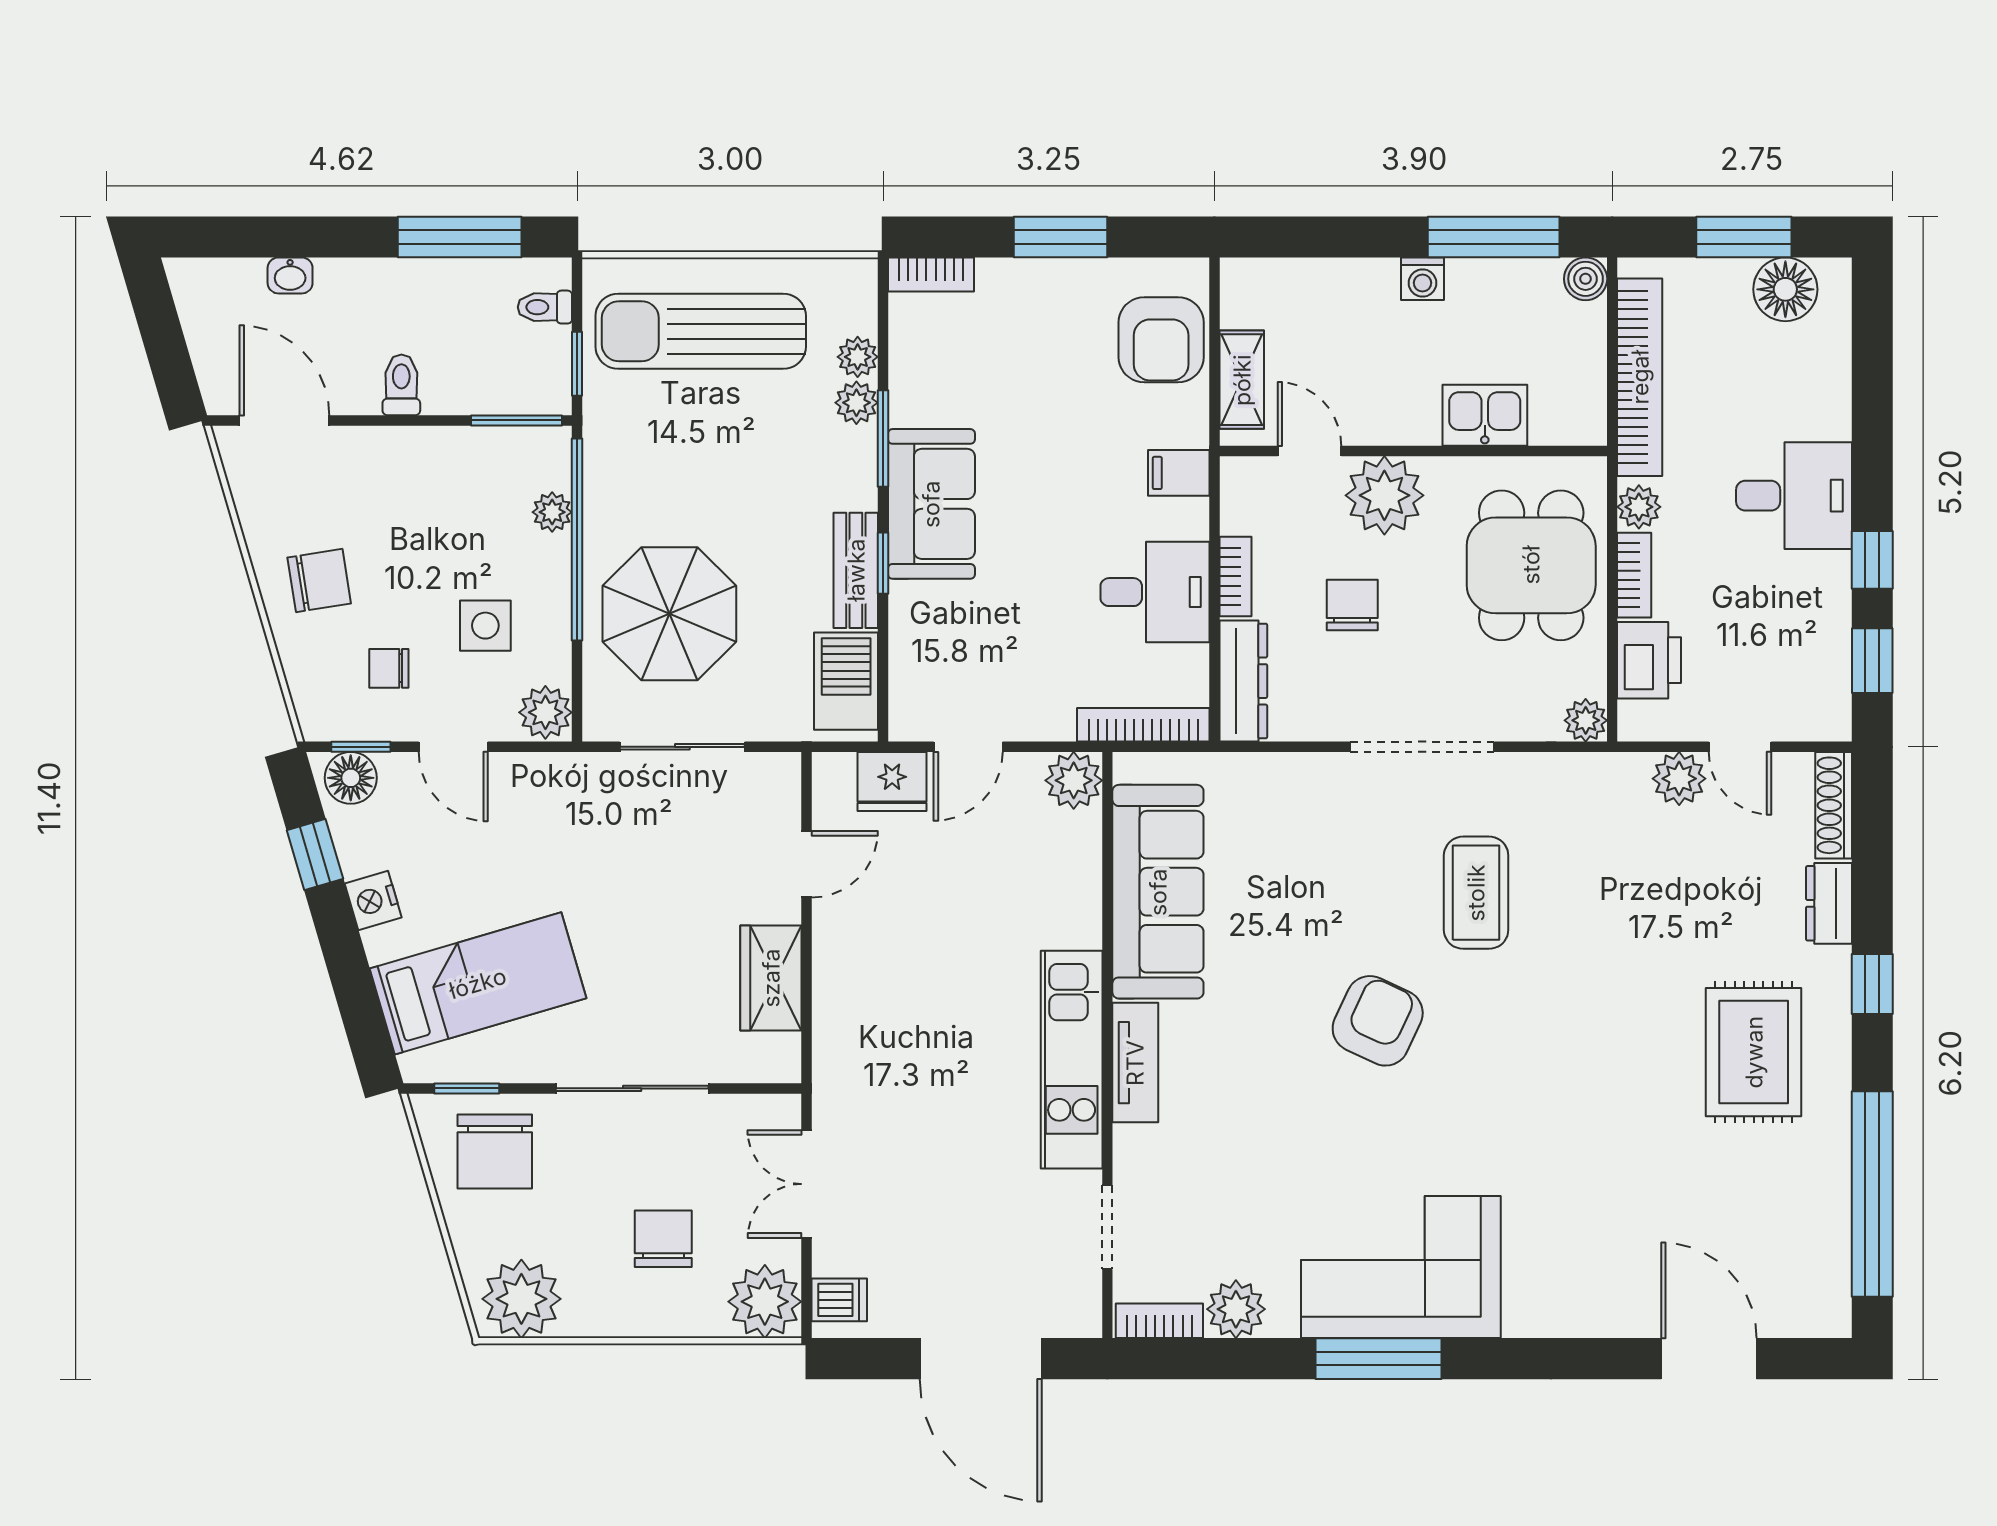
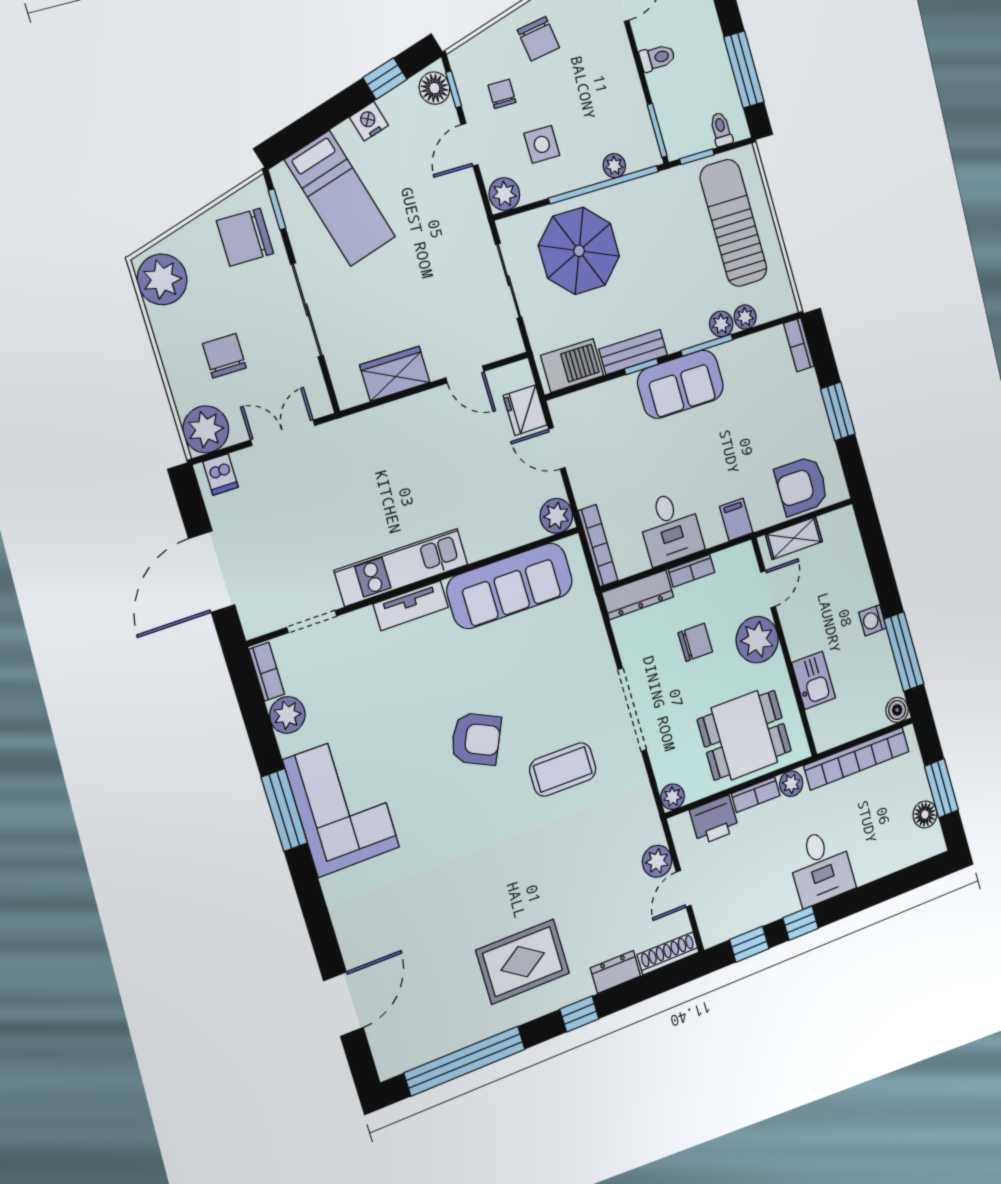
floor lamp: (1785, 289) -> (925, 814), width x0.73, depth x0.73
chair: (663, 1239) -> (224, 356), turned -90

